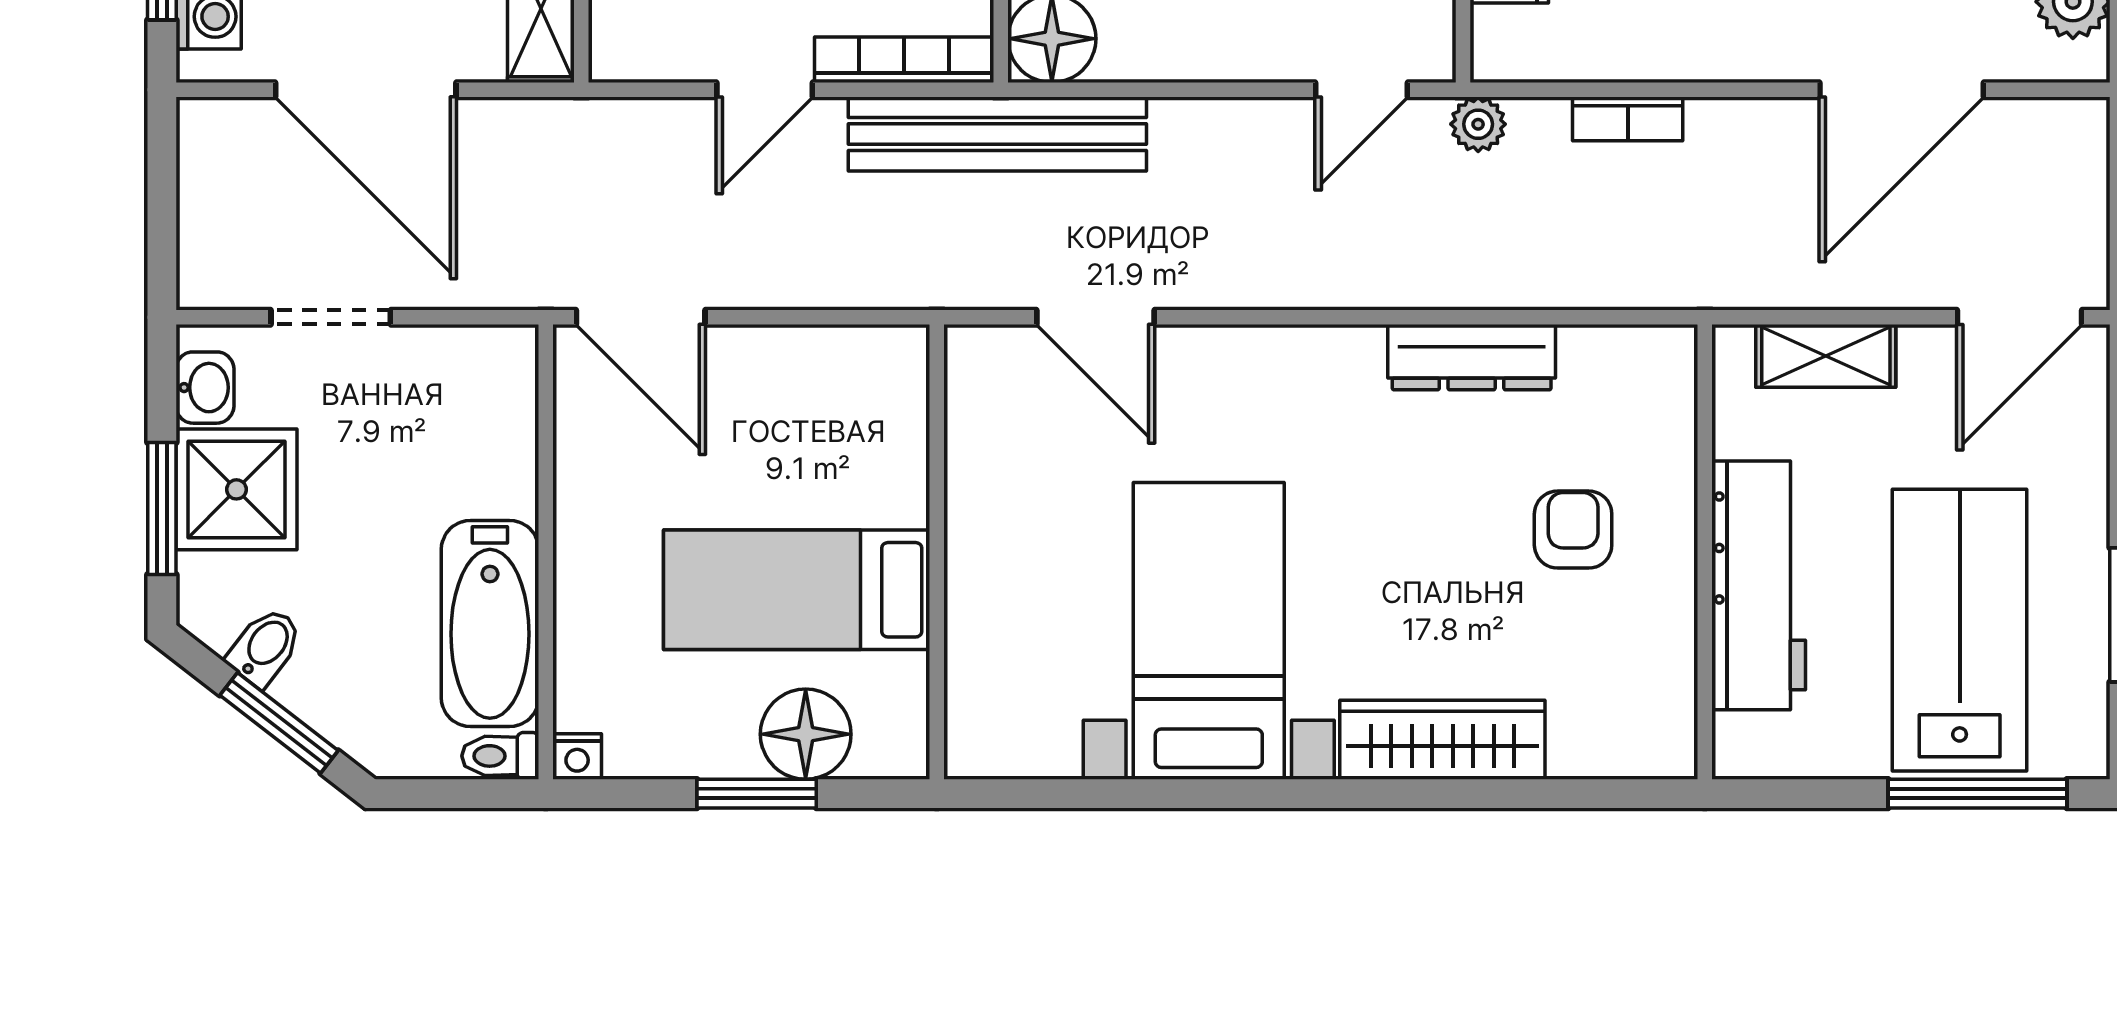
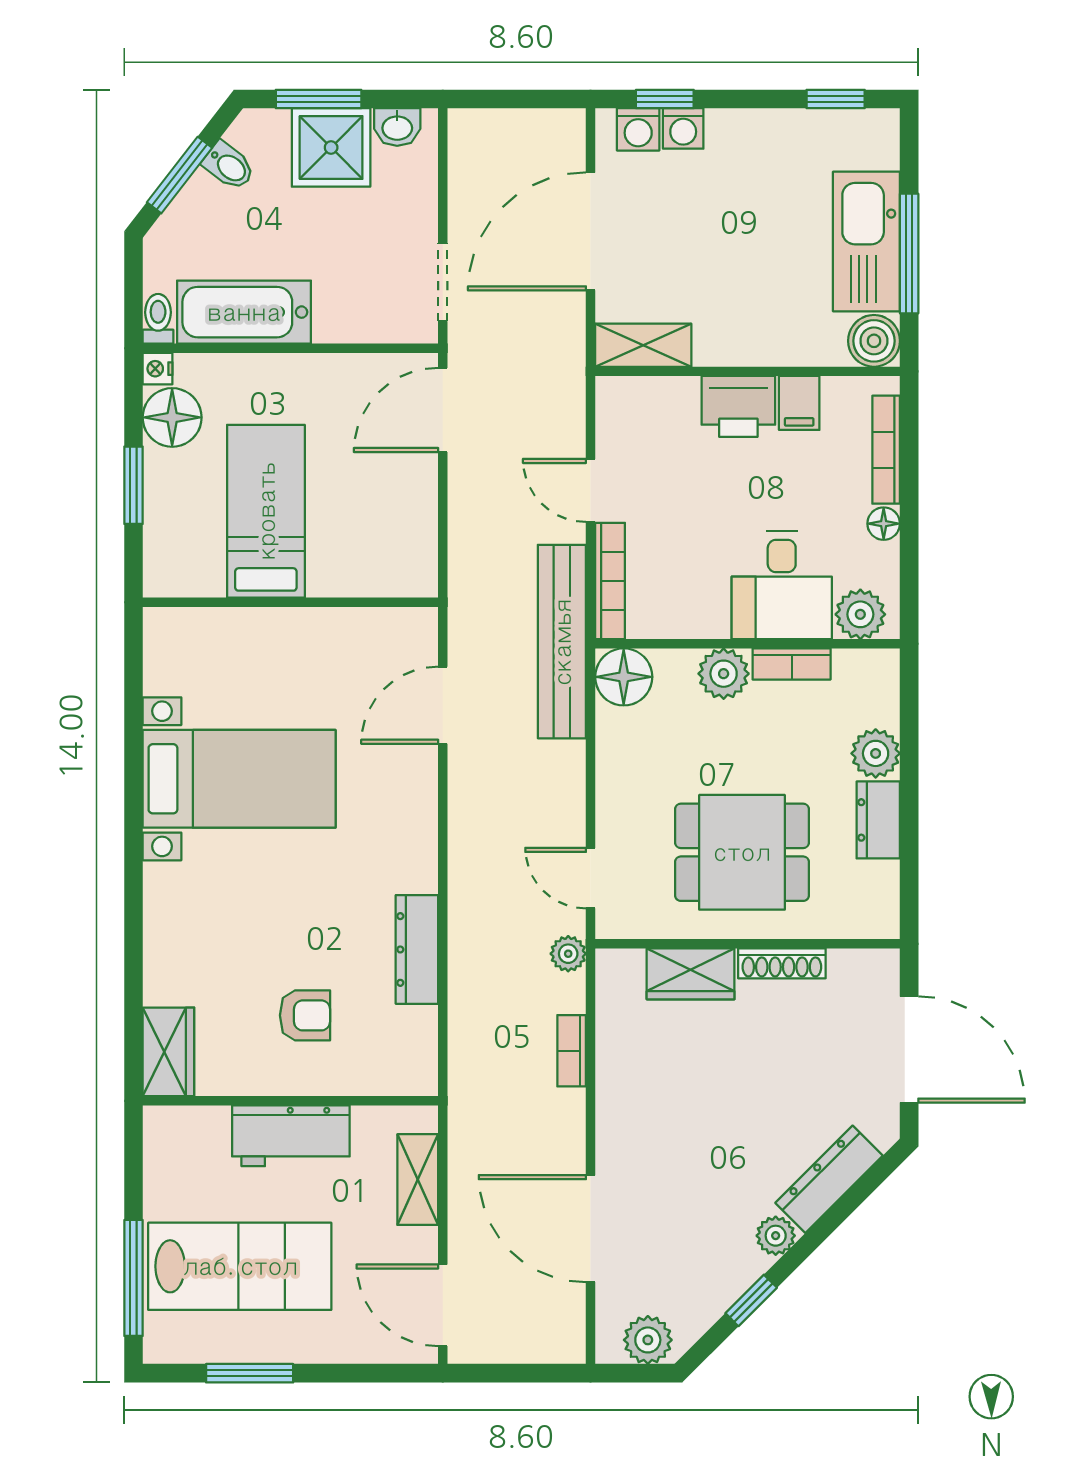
doorway: (331, 317) -> (443, 282), moved
workbench: (1759, 585) -> (291, 1136), width x0.73
floor lamp: (806, 734) -> (172, 417), moved
wardrobe: (1442, 740) -> (168, 1052), moved, width x0.67

